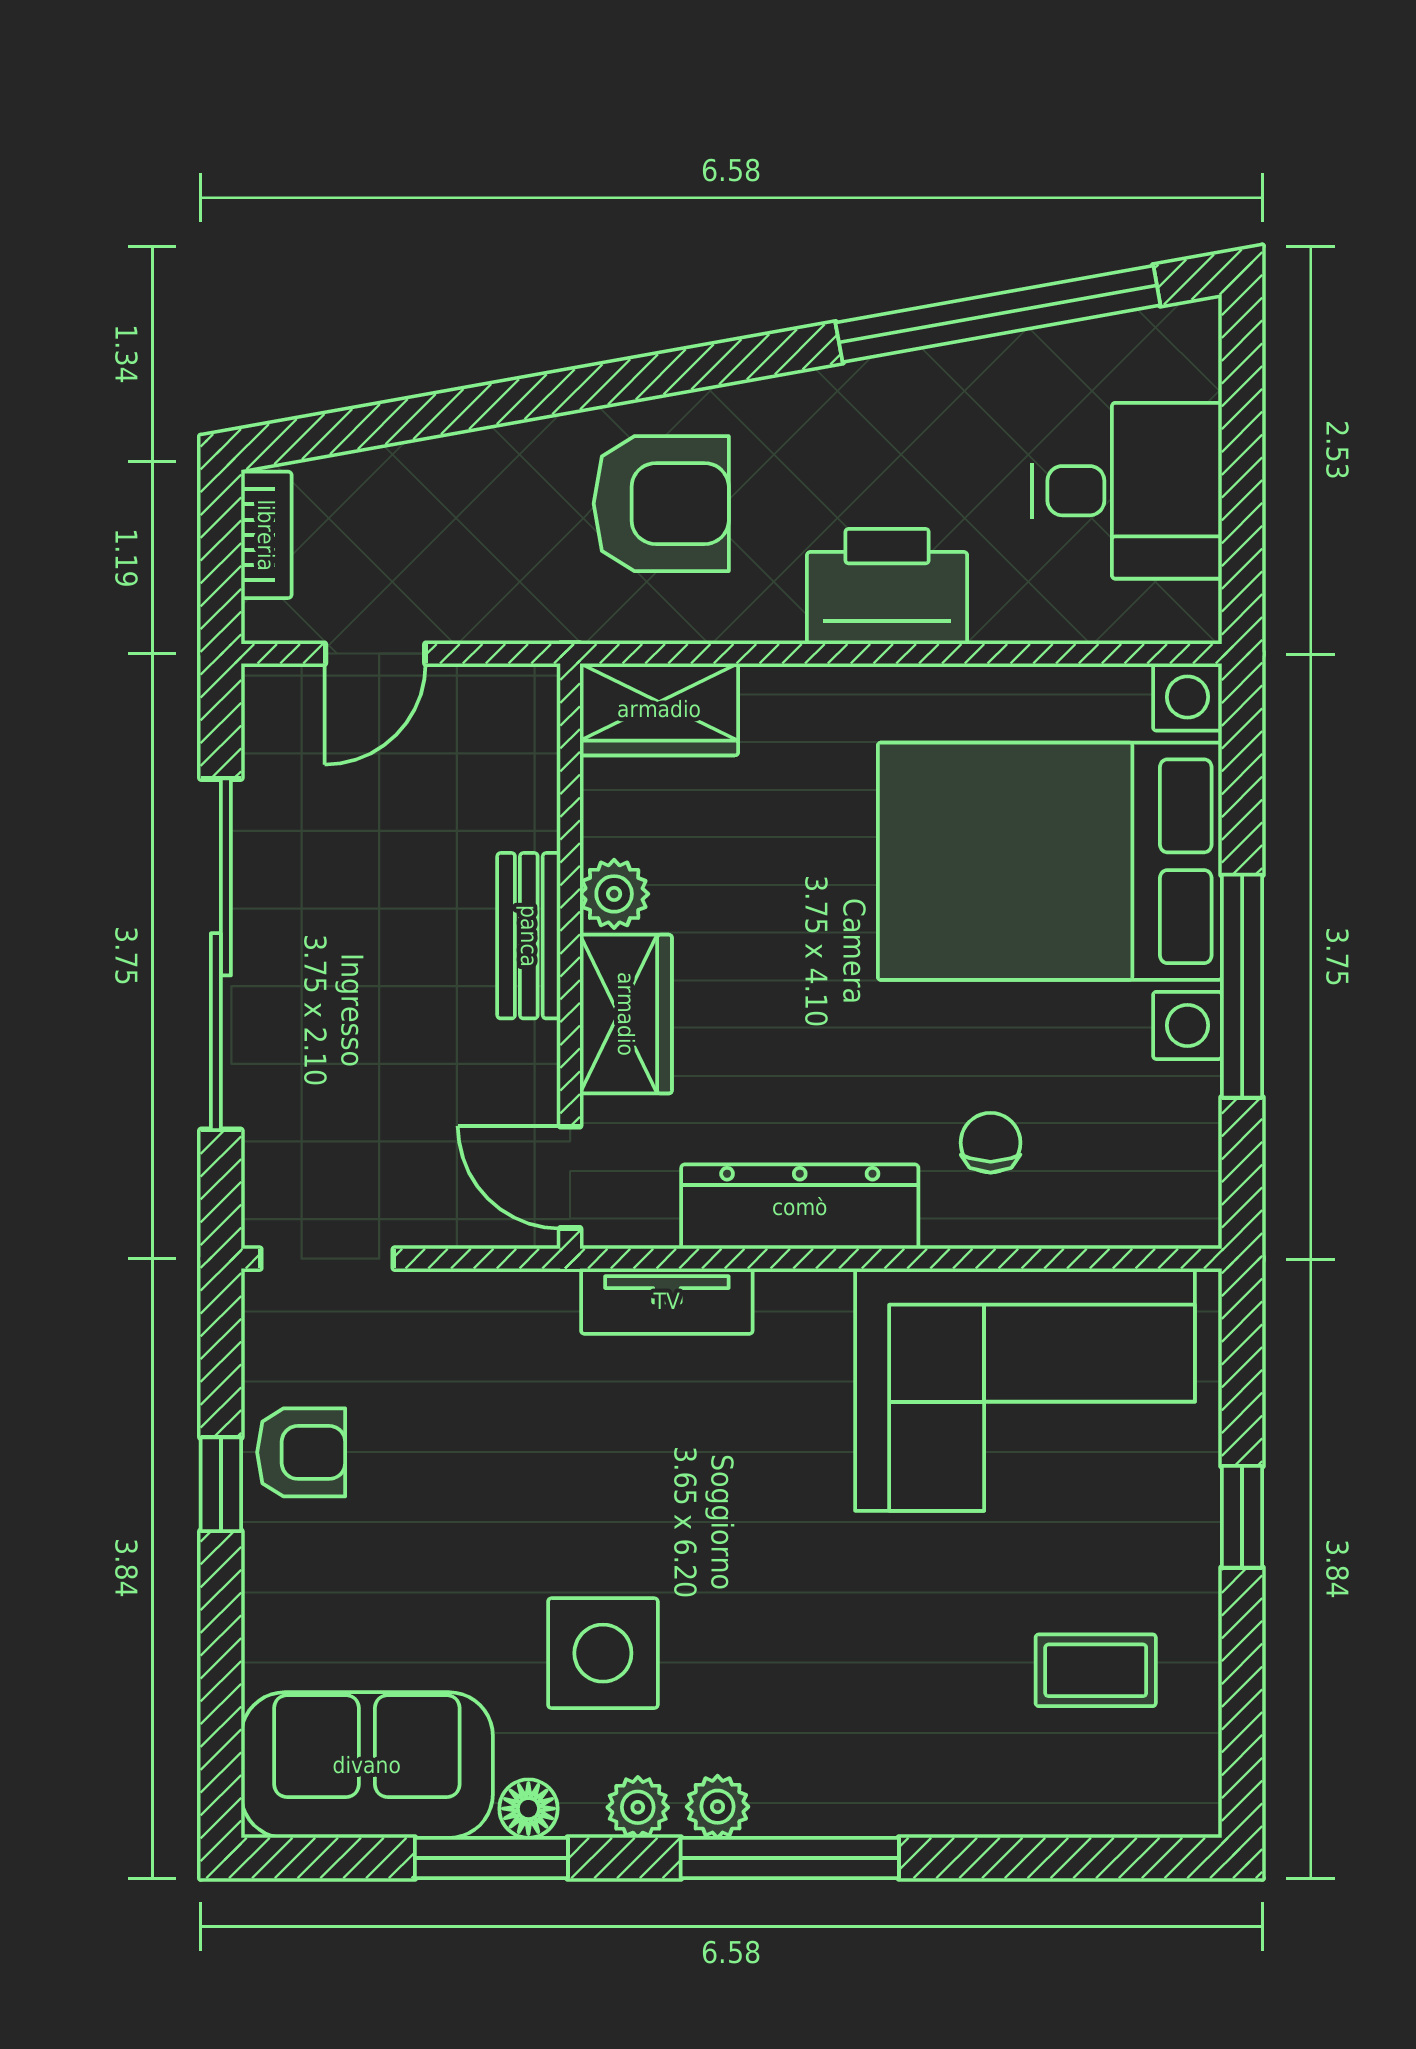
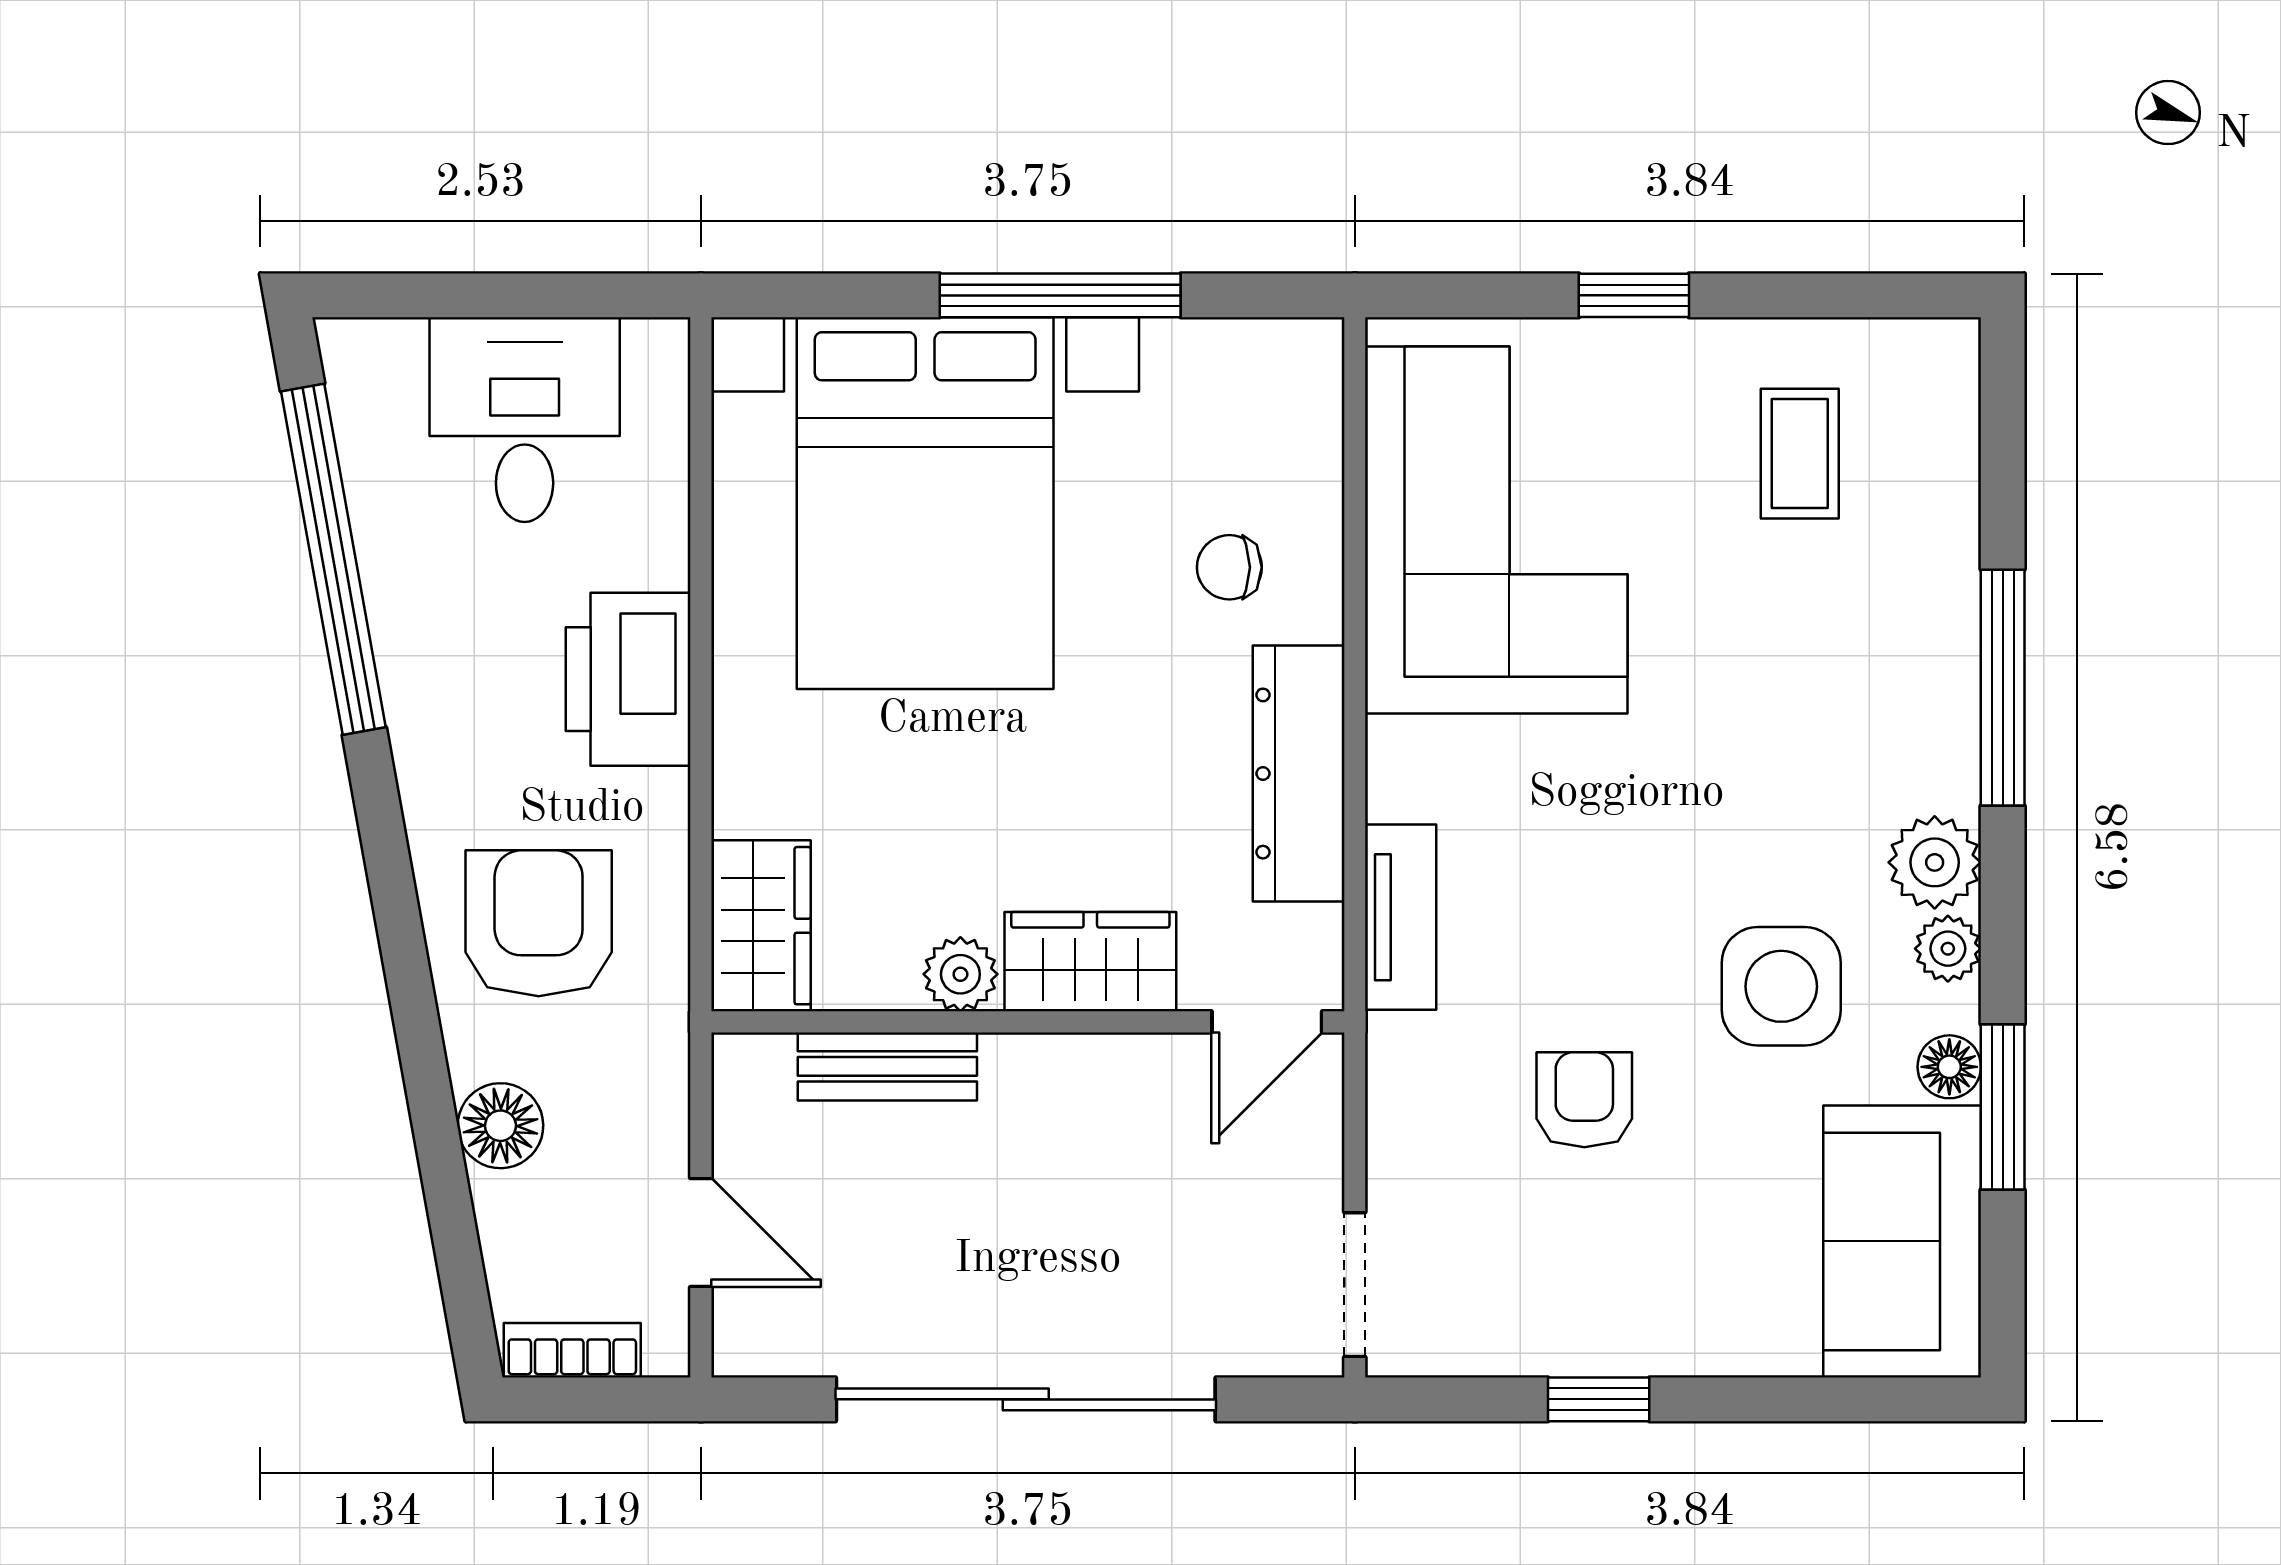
floor lamp: (474, 468) -> (500, 1126), added
bench: (529, 936) -> (887, 1066), moved
armchair: (301, 1452) -> (1584, 1100), moved
plant: (718, 1807) -> (1935, 862), width x1.38, depth x1.38
window: (790, 1858) -> (2003, 688), moved

